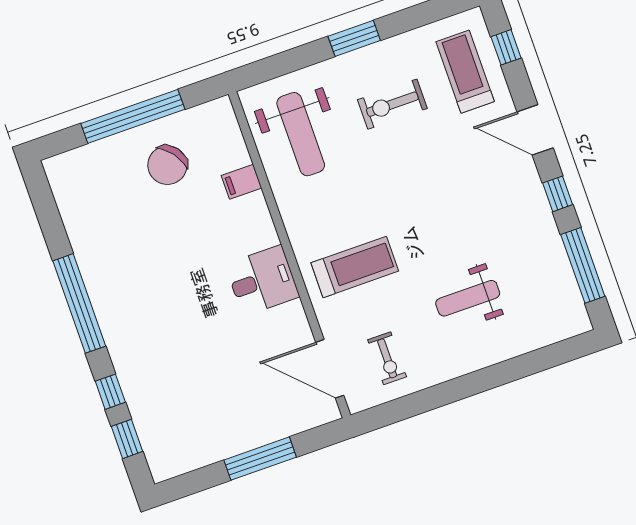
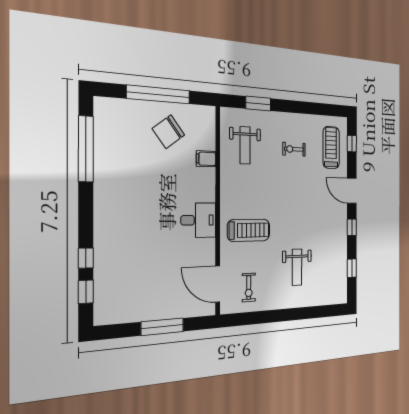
window: (354, 38) -> (258, 104), moved
exercise bike: (392, 104) -> (294, 149), width x0.73, depth x0.72
weight bench: (301, 134) -> (245, 145), width x0.73, depth x0.75
window: (583, 265) -> (352, 268), width x0.46
weight bench: (468, 298) -> (297, 267), turned -90
window: (79, 303) -> (86, 149), moved

